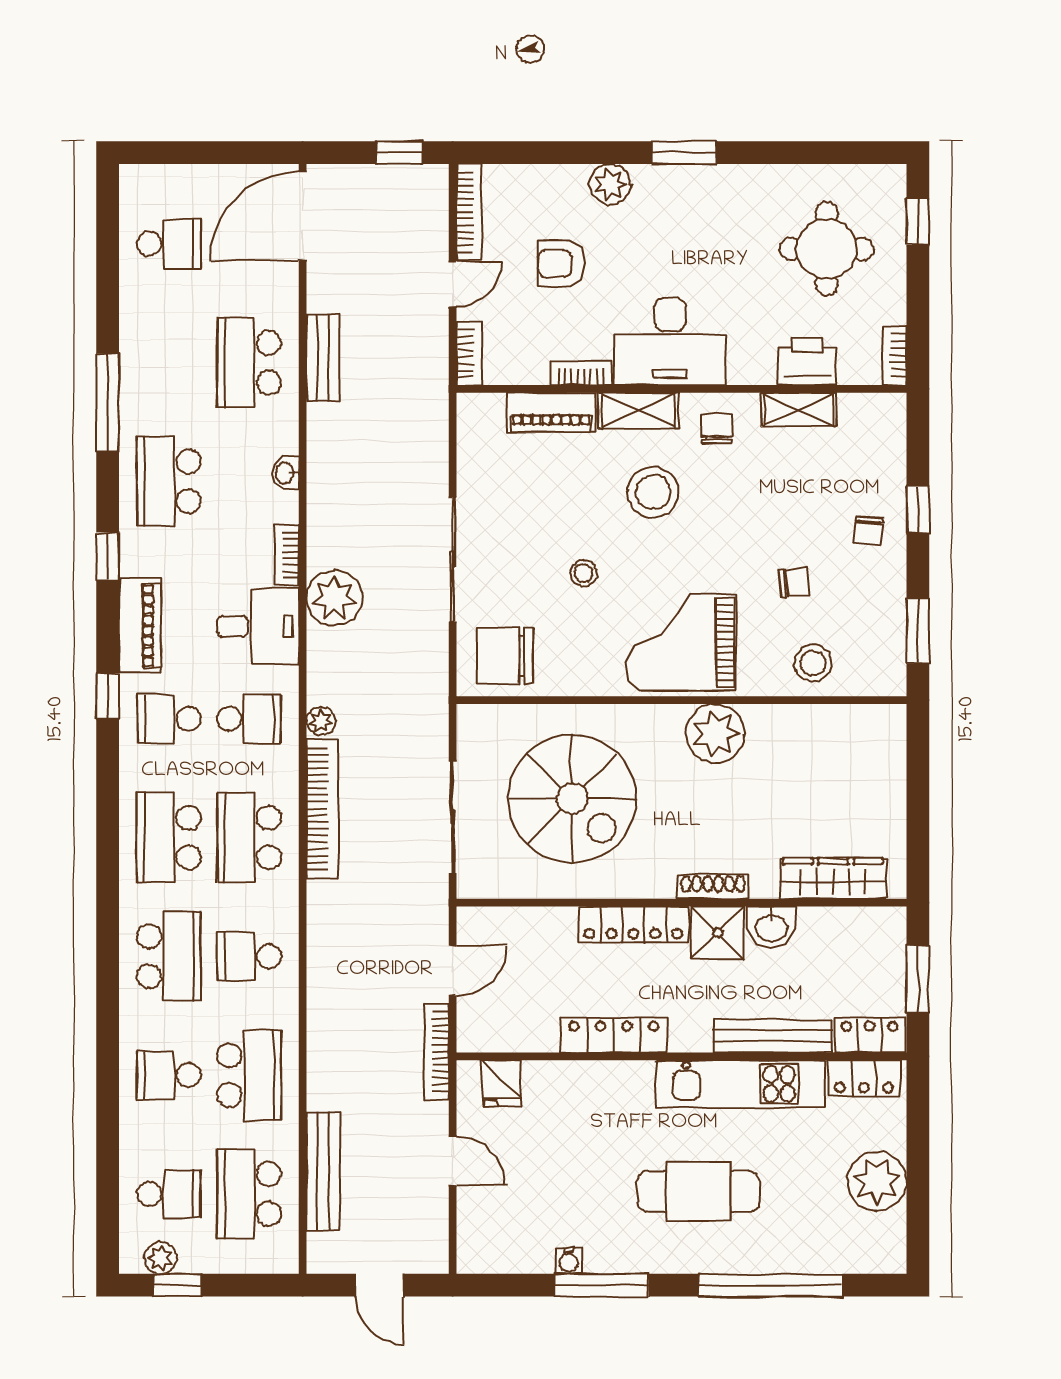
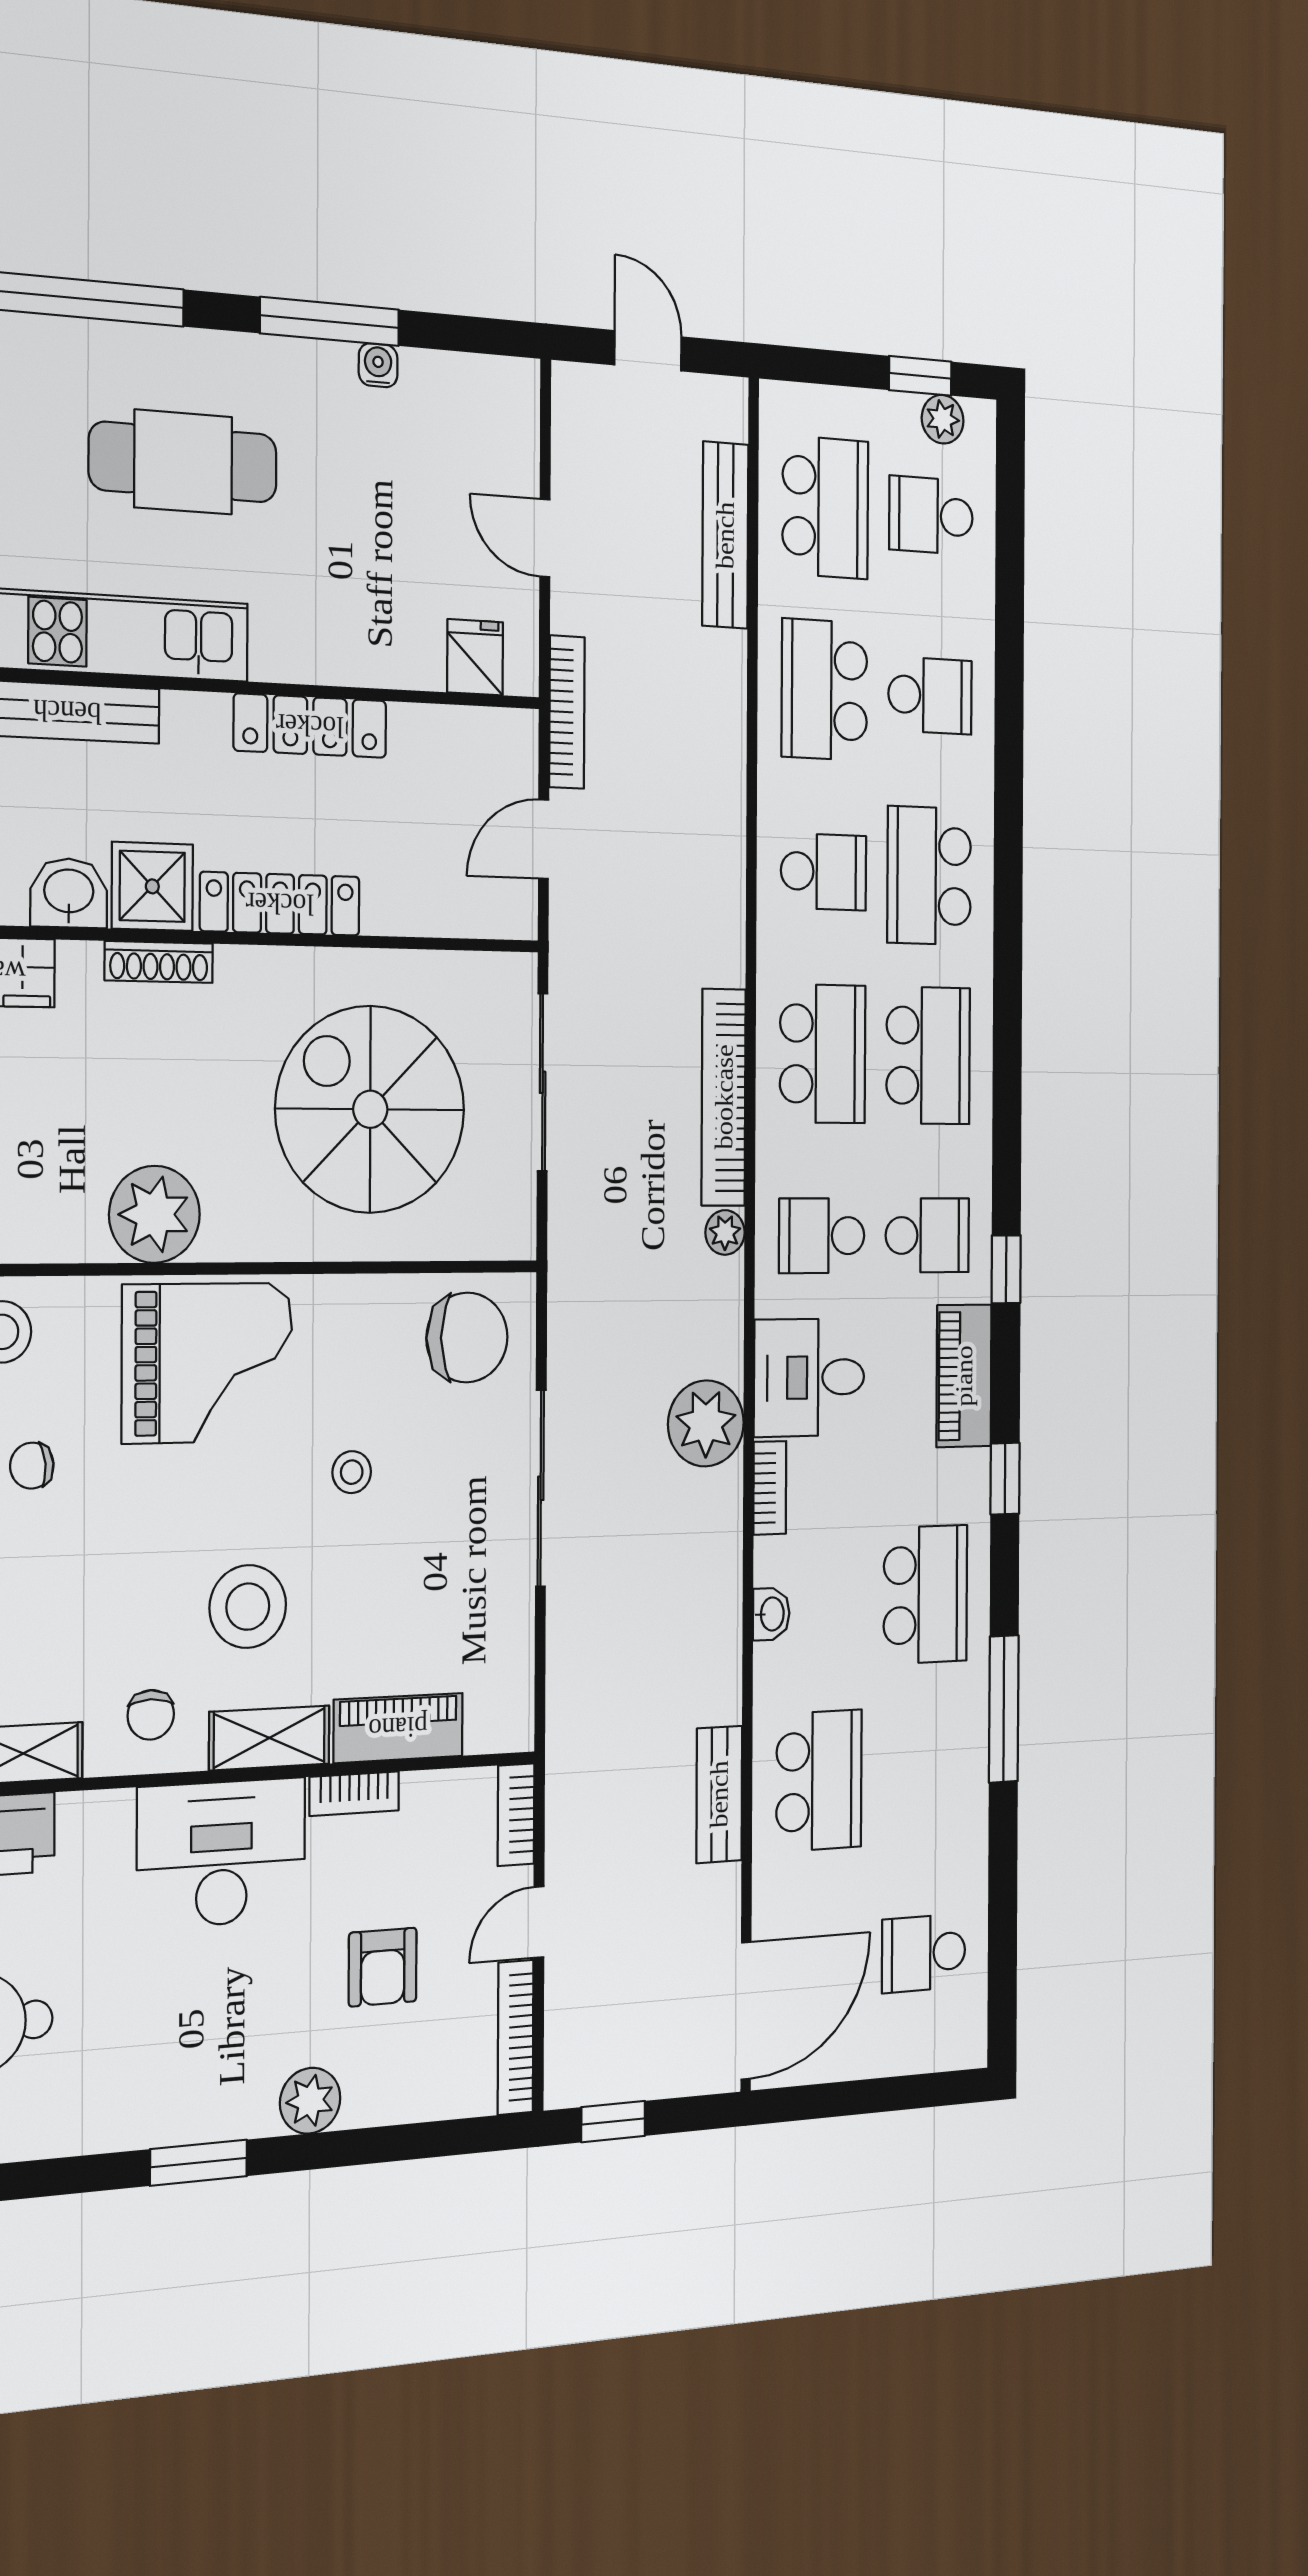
armchair: (561, 263) -> (383, 1967), turned 90

